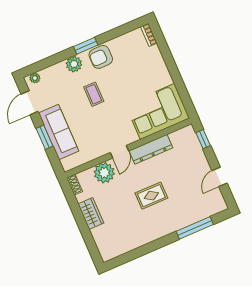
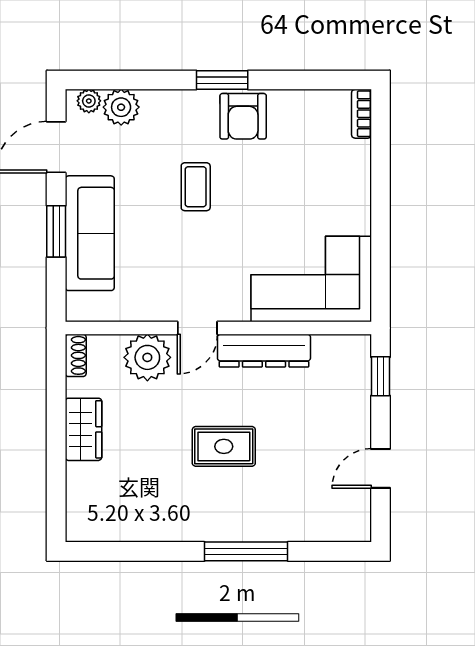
armchair: (101, 57) -> (243, 116), turned -90
plant: (74, 64) -> (121, 107), moved
window: (195, 228) -> (246, 551), moved

